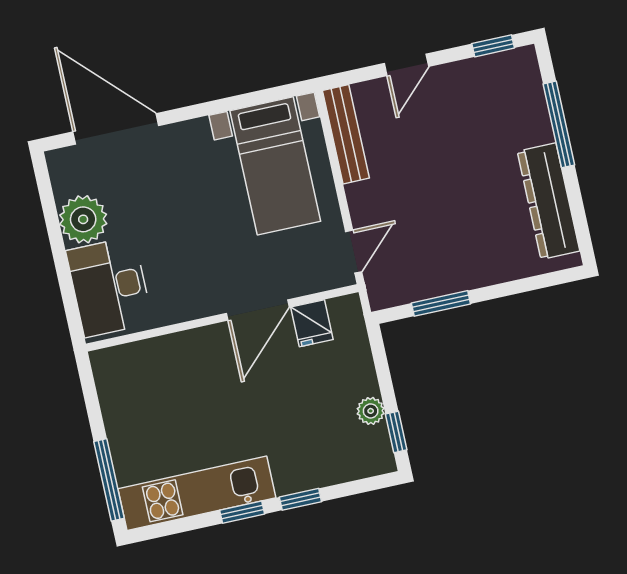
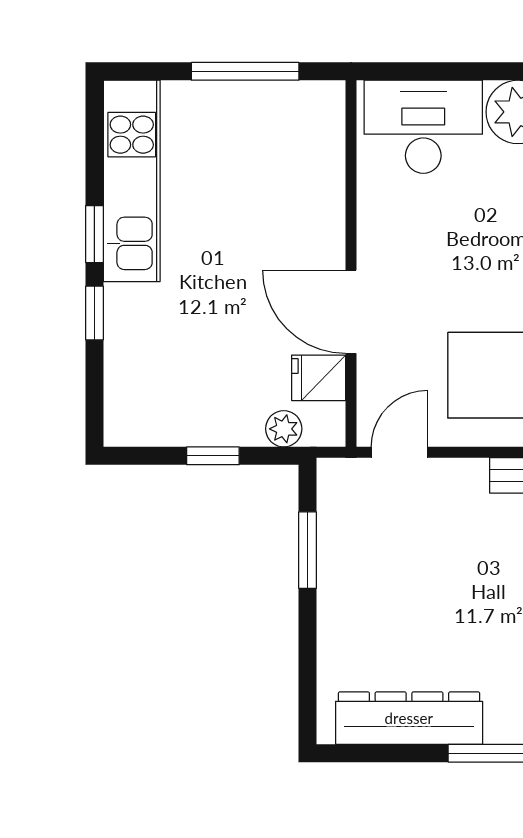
door: (354, 252) -> (399, 452), swing flipped
plant: (371, 411) -> (284, 429), moved
window: (396, 432) -> (213, 456), moved
window: (109, 480) -> (245, 71), moved

